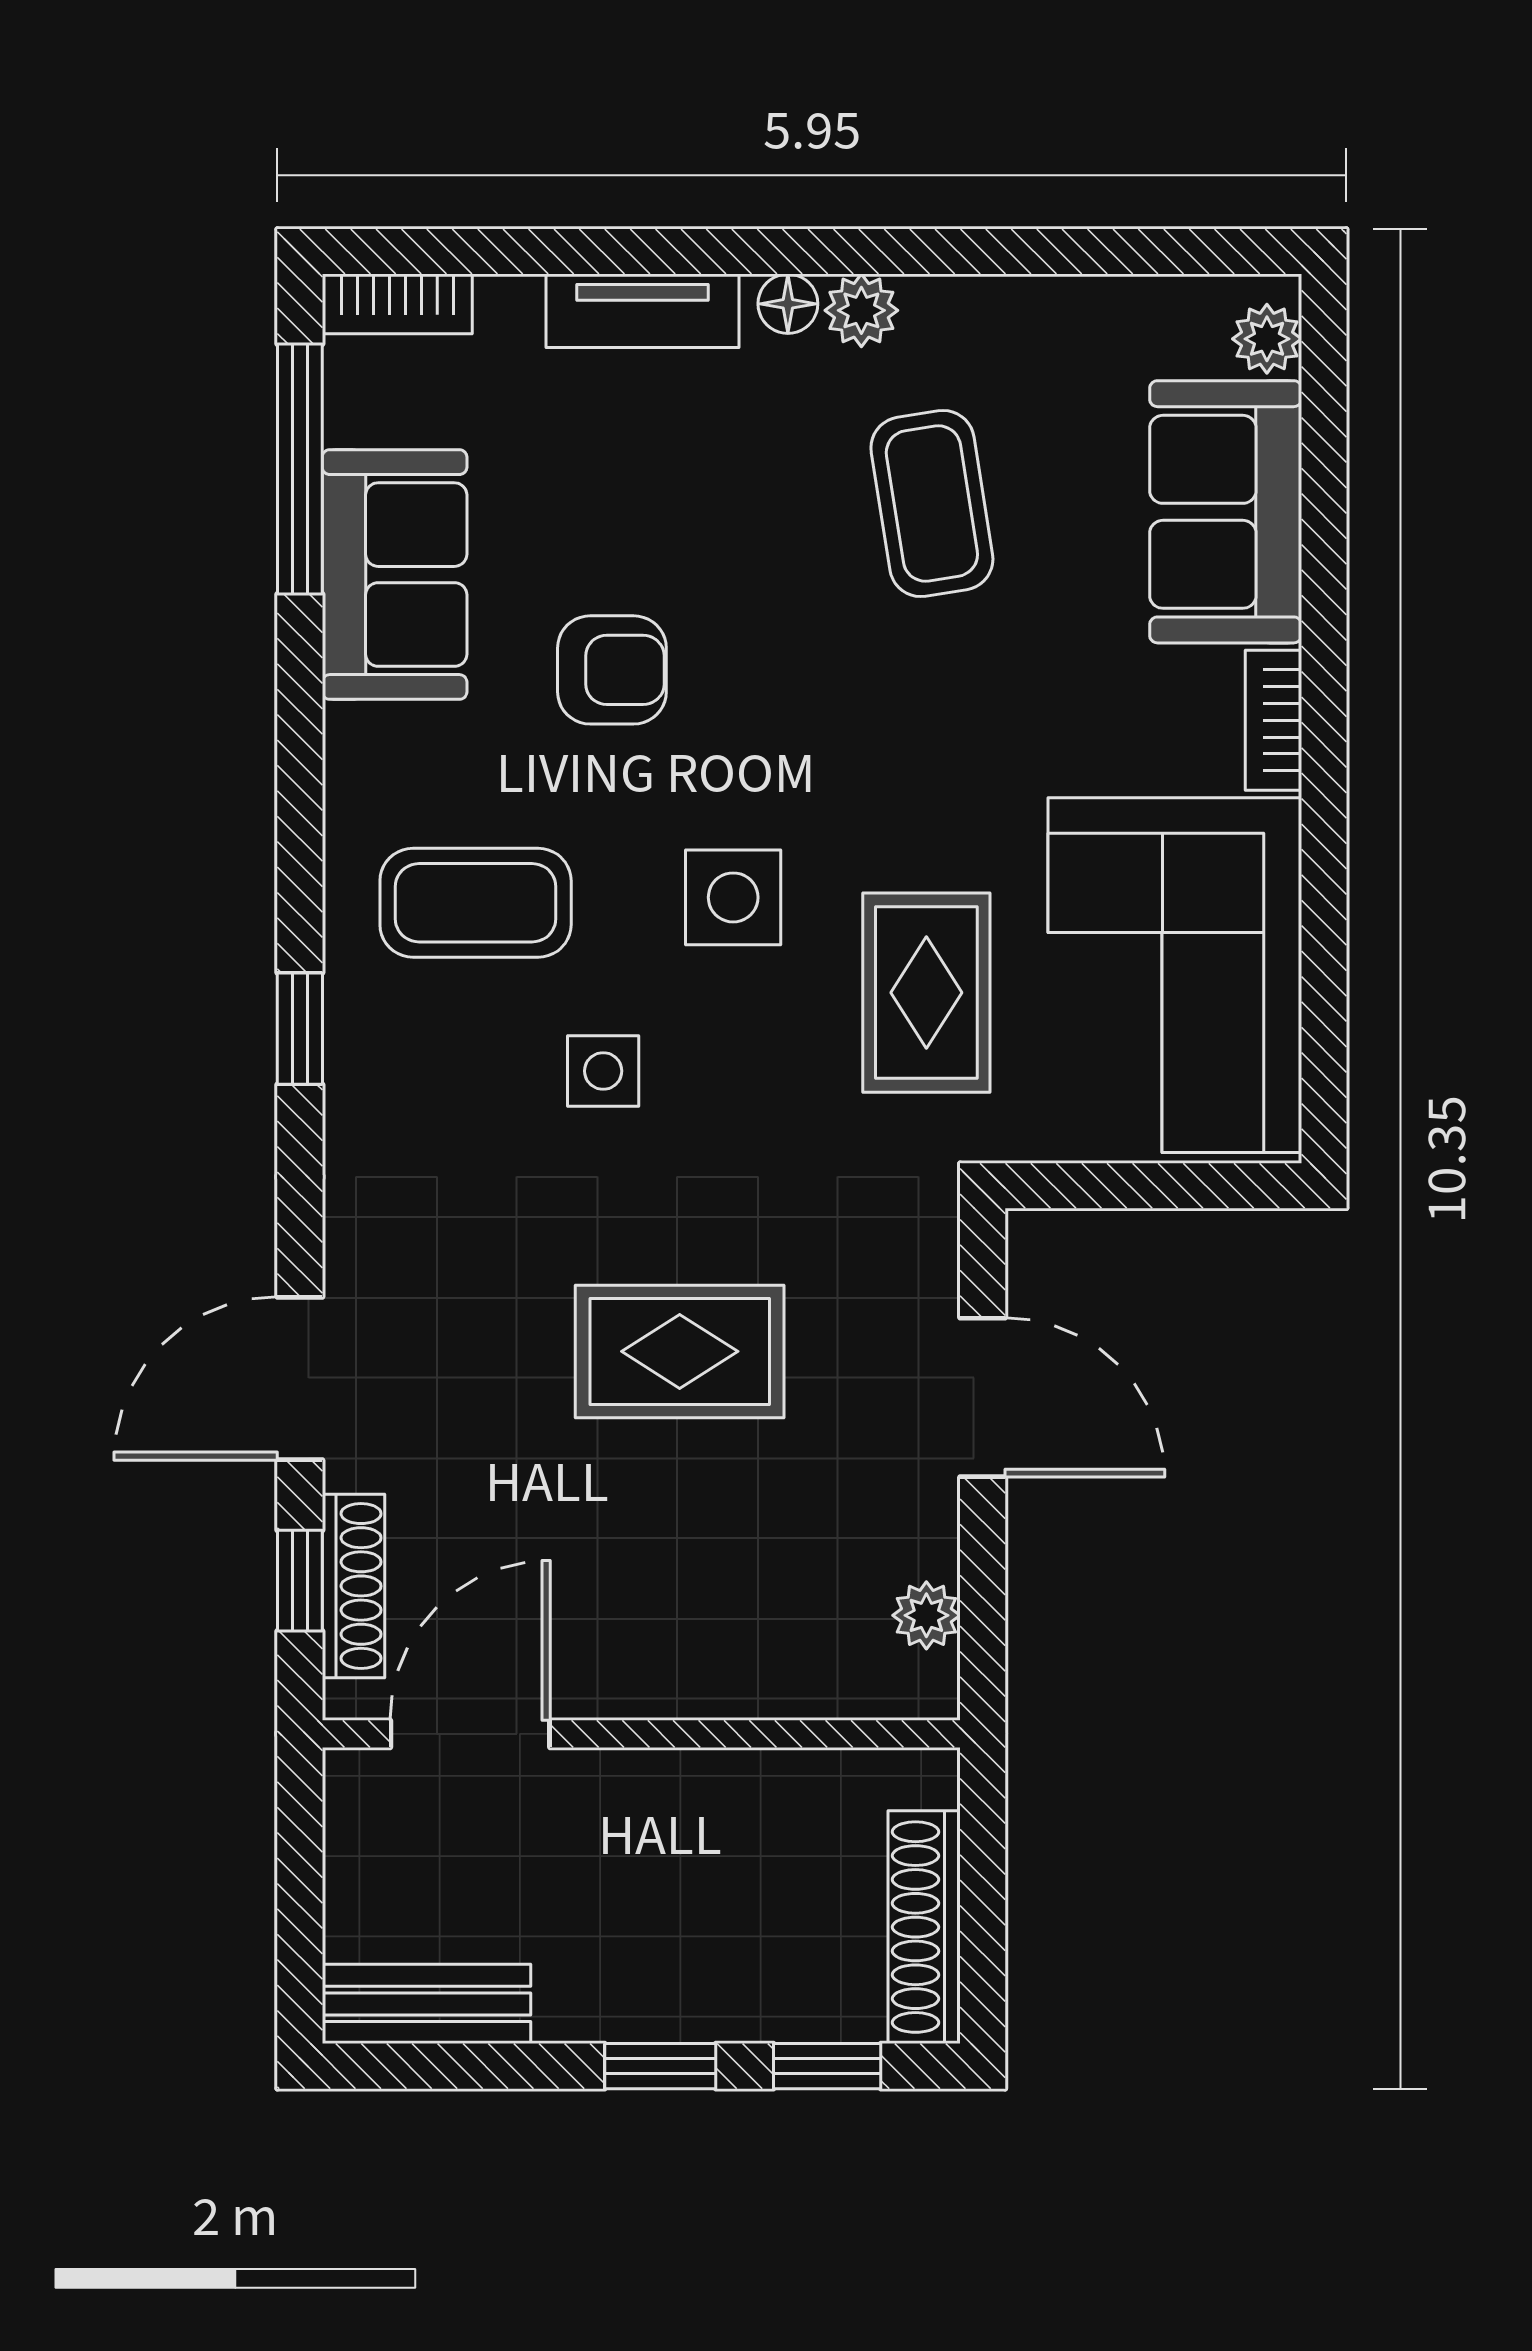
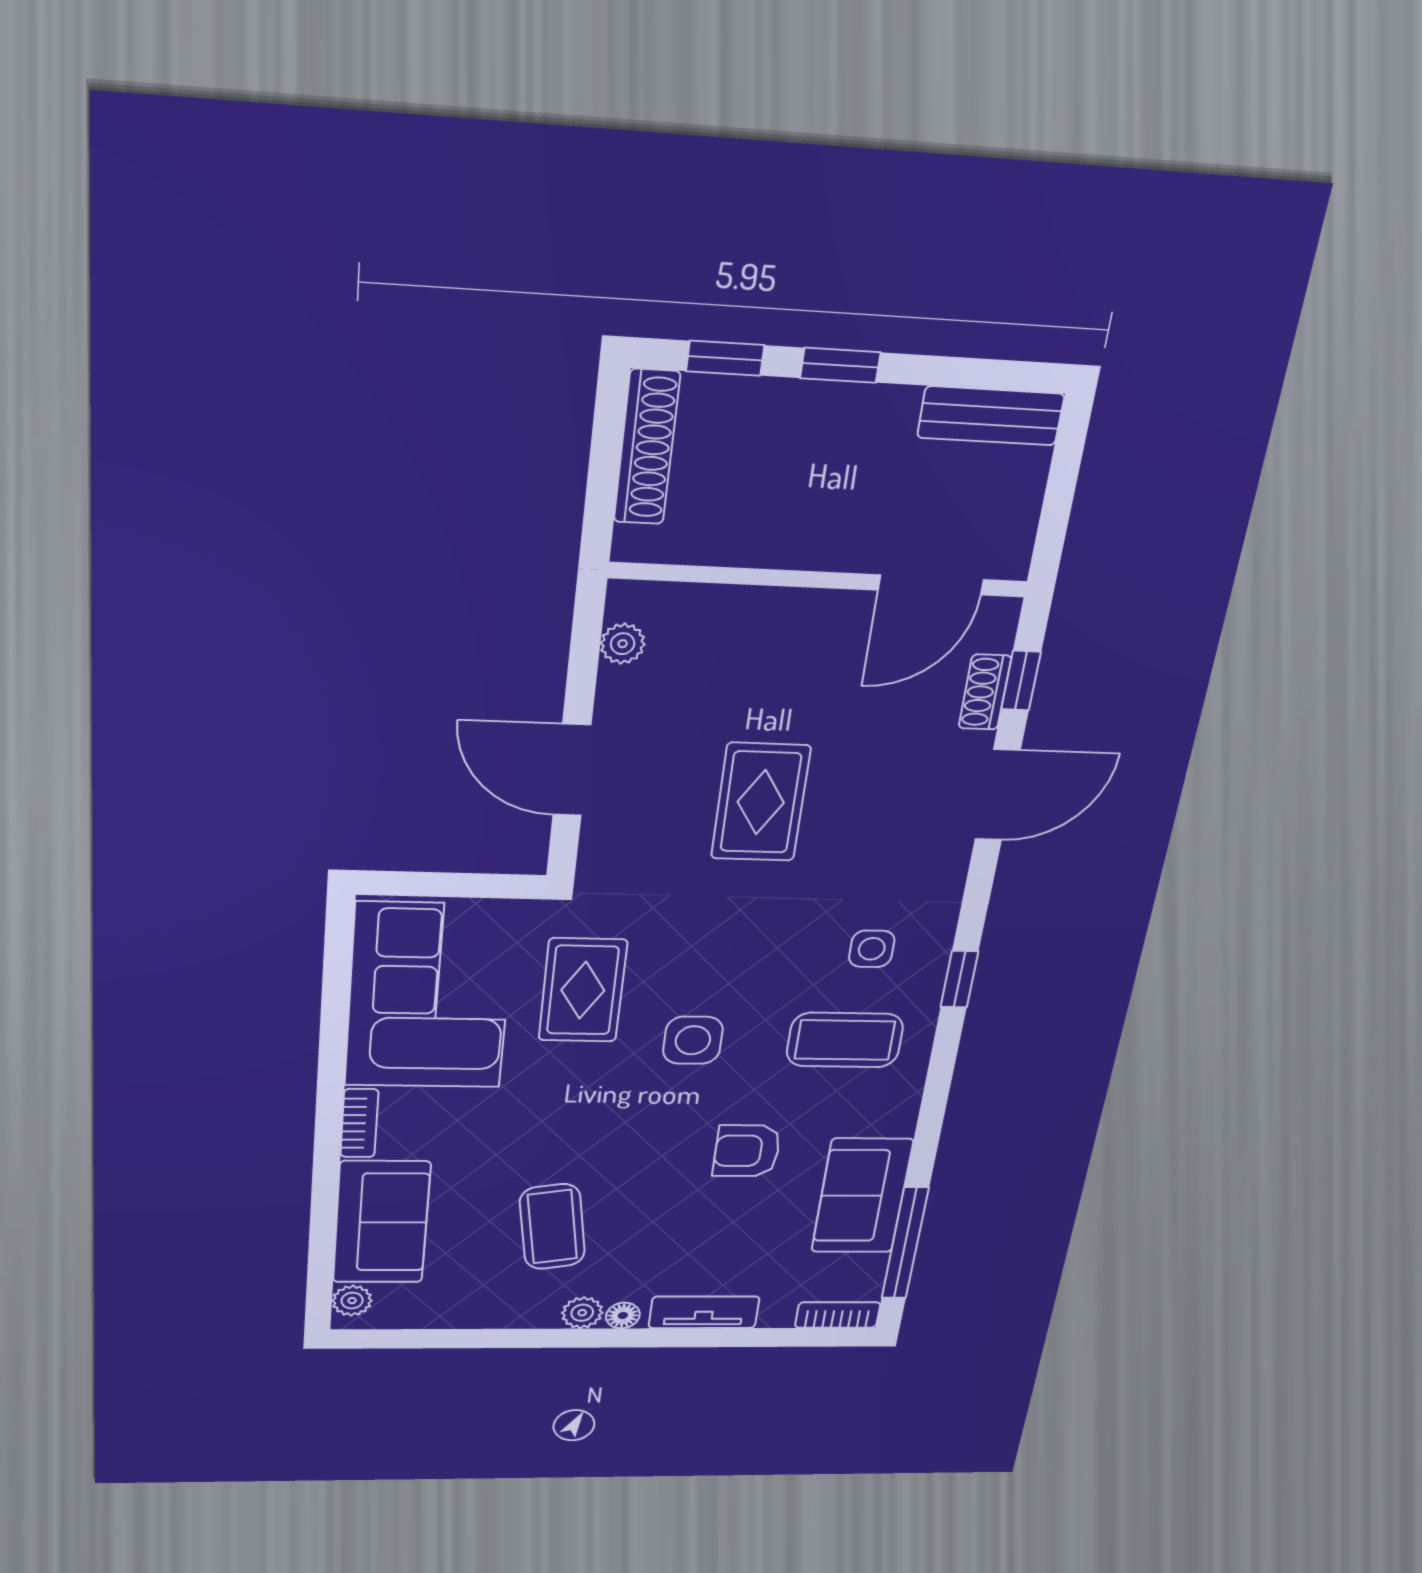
side table: (603, 1071) -> (872, 949), moved
rug: (680, 1351) -> (761, 802), turned 90
shoe rack: (354, 1586) -> (985, 692), width x0.70

